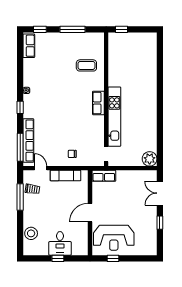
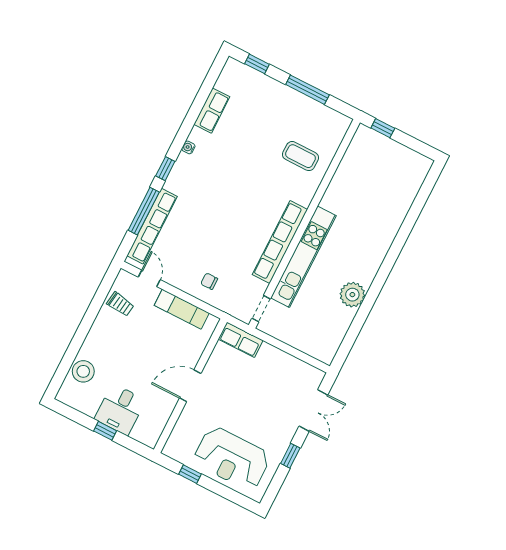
row of seats: (29, 46) -> (212, 111), moved
row of seats: (98, 103) -> (280, 242), width x2.02
window: (20, 147) -> (144, 211), moved
plant: (150, 159) -> (352, 295), moved
double door: (160, 193) -> (313, 411), swing flipped
window: (20, 197) -> (95, 307), removed
reception desk: (114, 238) -> (232, 458), moved

